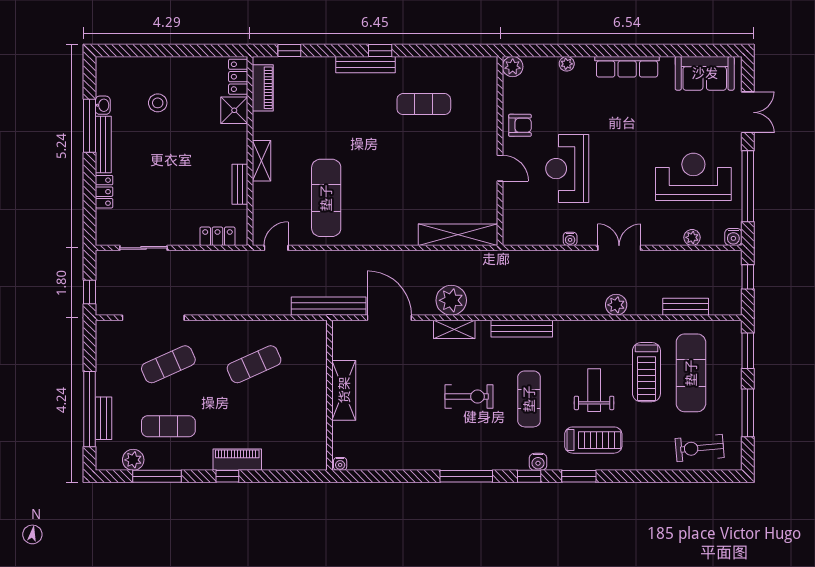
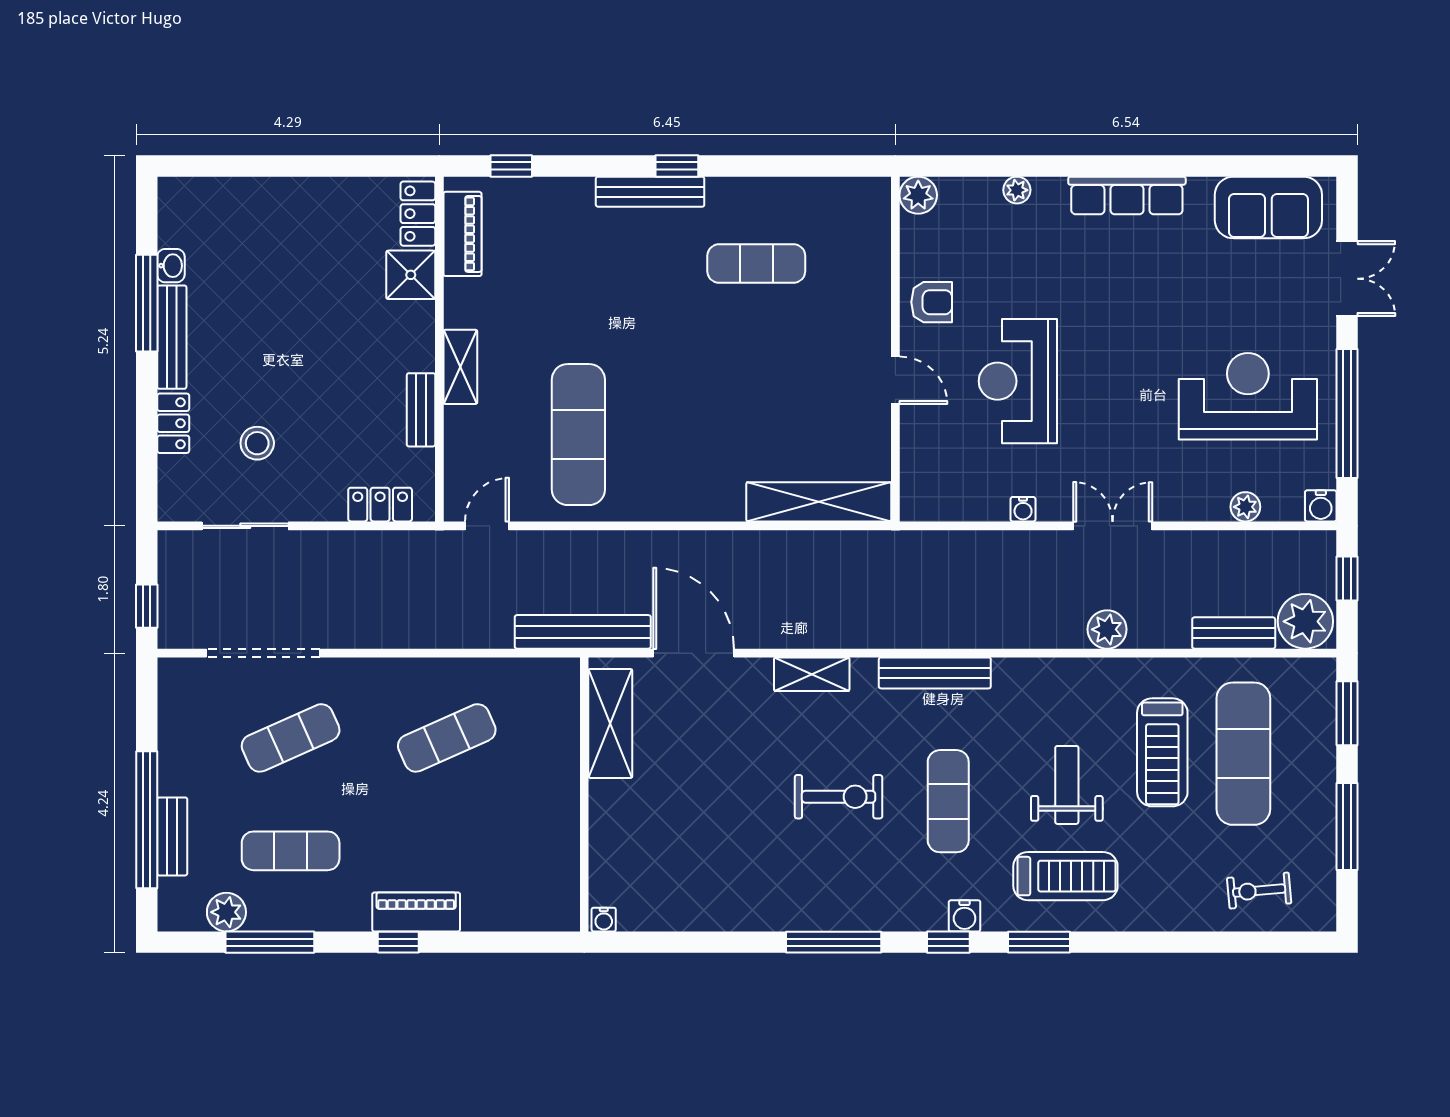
stool: (158, 103) -> (257, 443), moved
plant: (451, 300) -> (1305, 621), moved
shelving: (344, 390) -> (610, 723), moved
exercise bike: (700, 448) -> (1259, 891), width x0.73, depth x0.72

